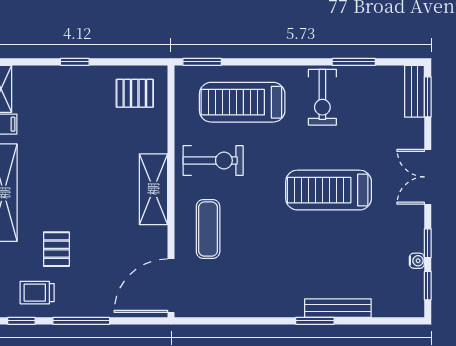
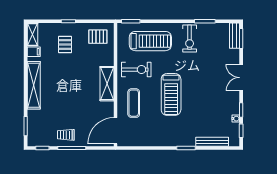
treadmill: (242, 102) -> (150, 41), turned 180
treadmill: (329, 190) -> (171, 94), moved, turned -90
pallet: (56, 249) -> (65, 45), moved
trolley: (37, 293) -> (66, 135), moved
bench: (338, 308) -> (212, 142), moved

